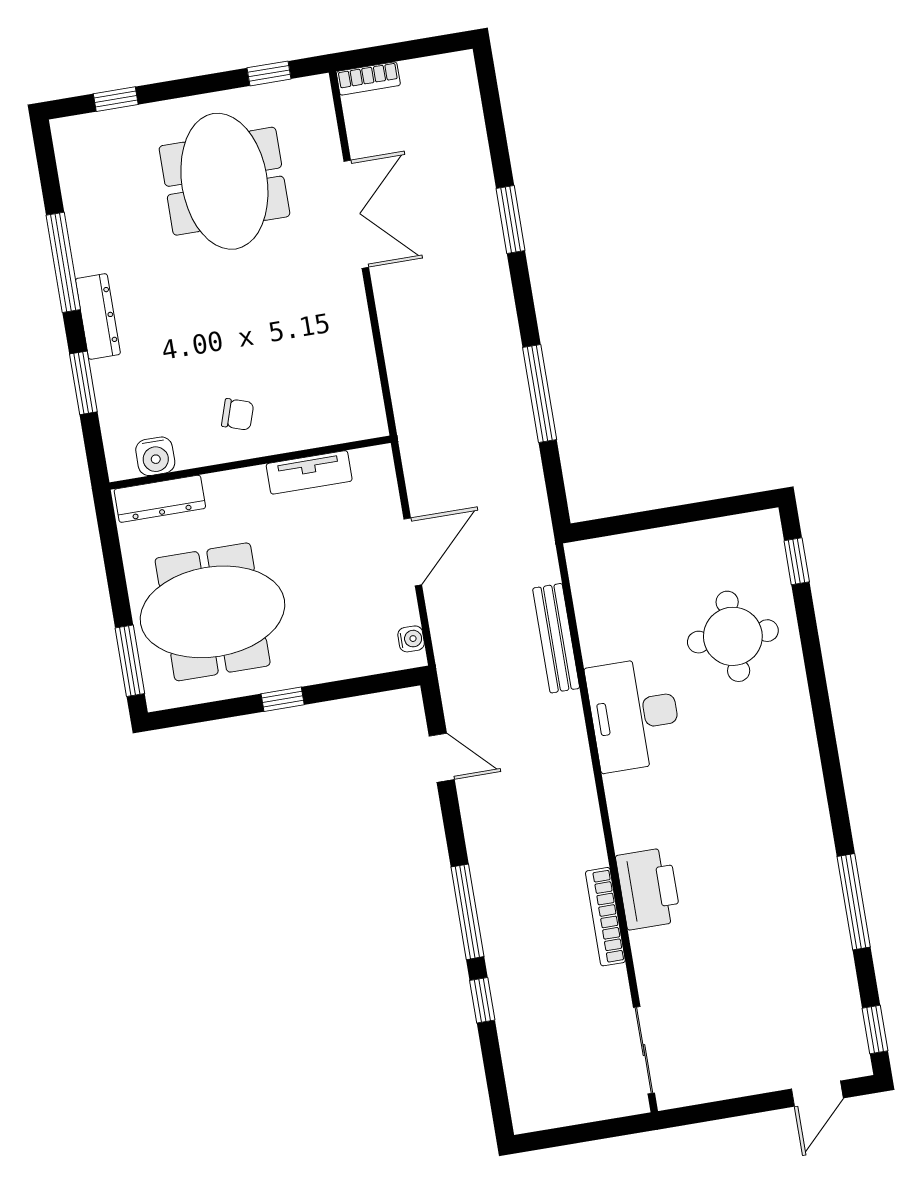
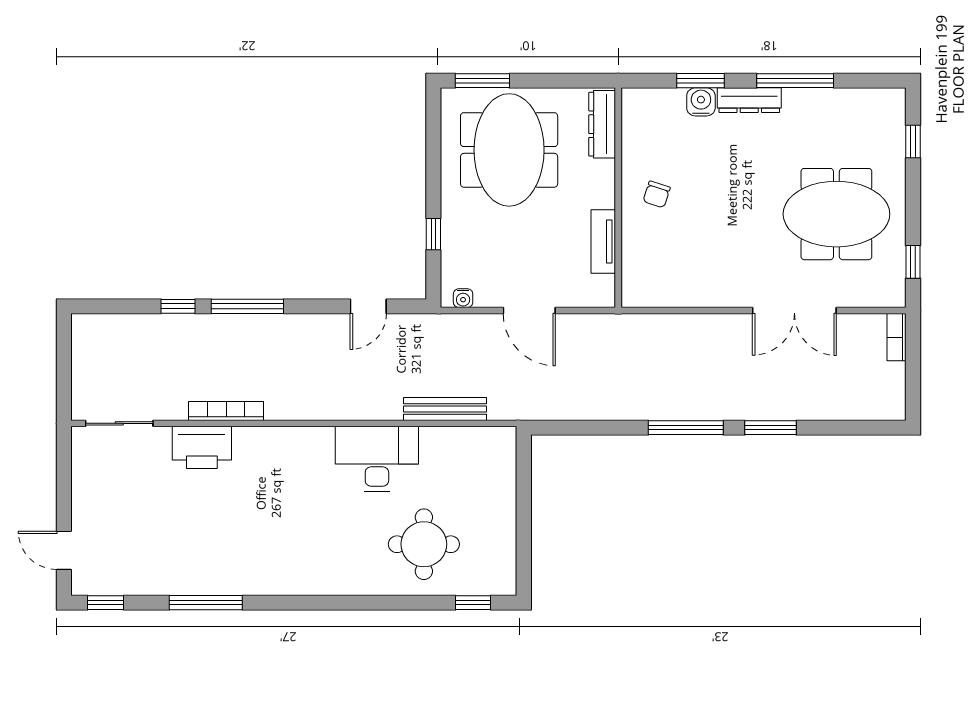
window: (540, 394) -> (686, 428), moved
water cooler: (155, 456) -> (701, 102), moved, turned 90
window: (283, 699) -> (433, 234), moved
printer: (648, 889) -> (202, 447), moved

